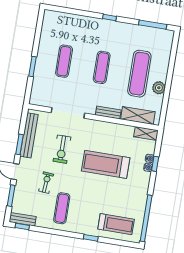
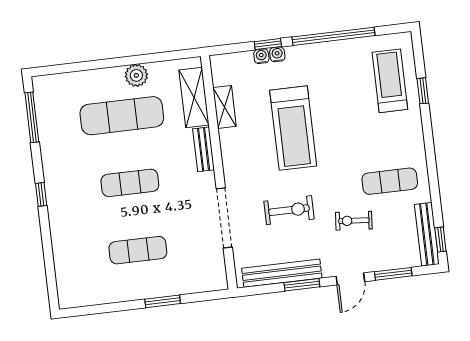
shelving: (146, 134) -> (225, 107), moved
window: (146, 218) -> (333, 36), moved
bench: (23, 219) -> (427, 234), width x1.36
window: (91, 238) -> (423, 91), moved

